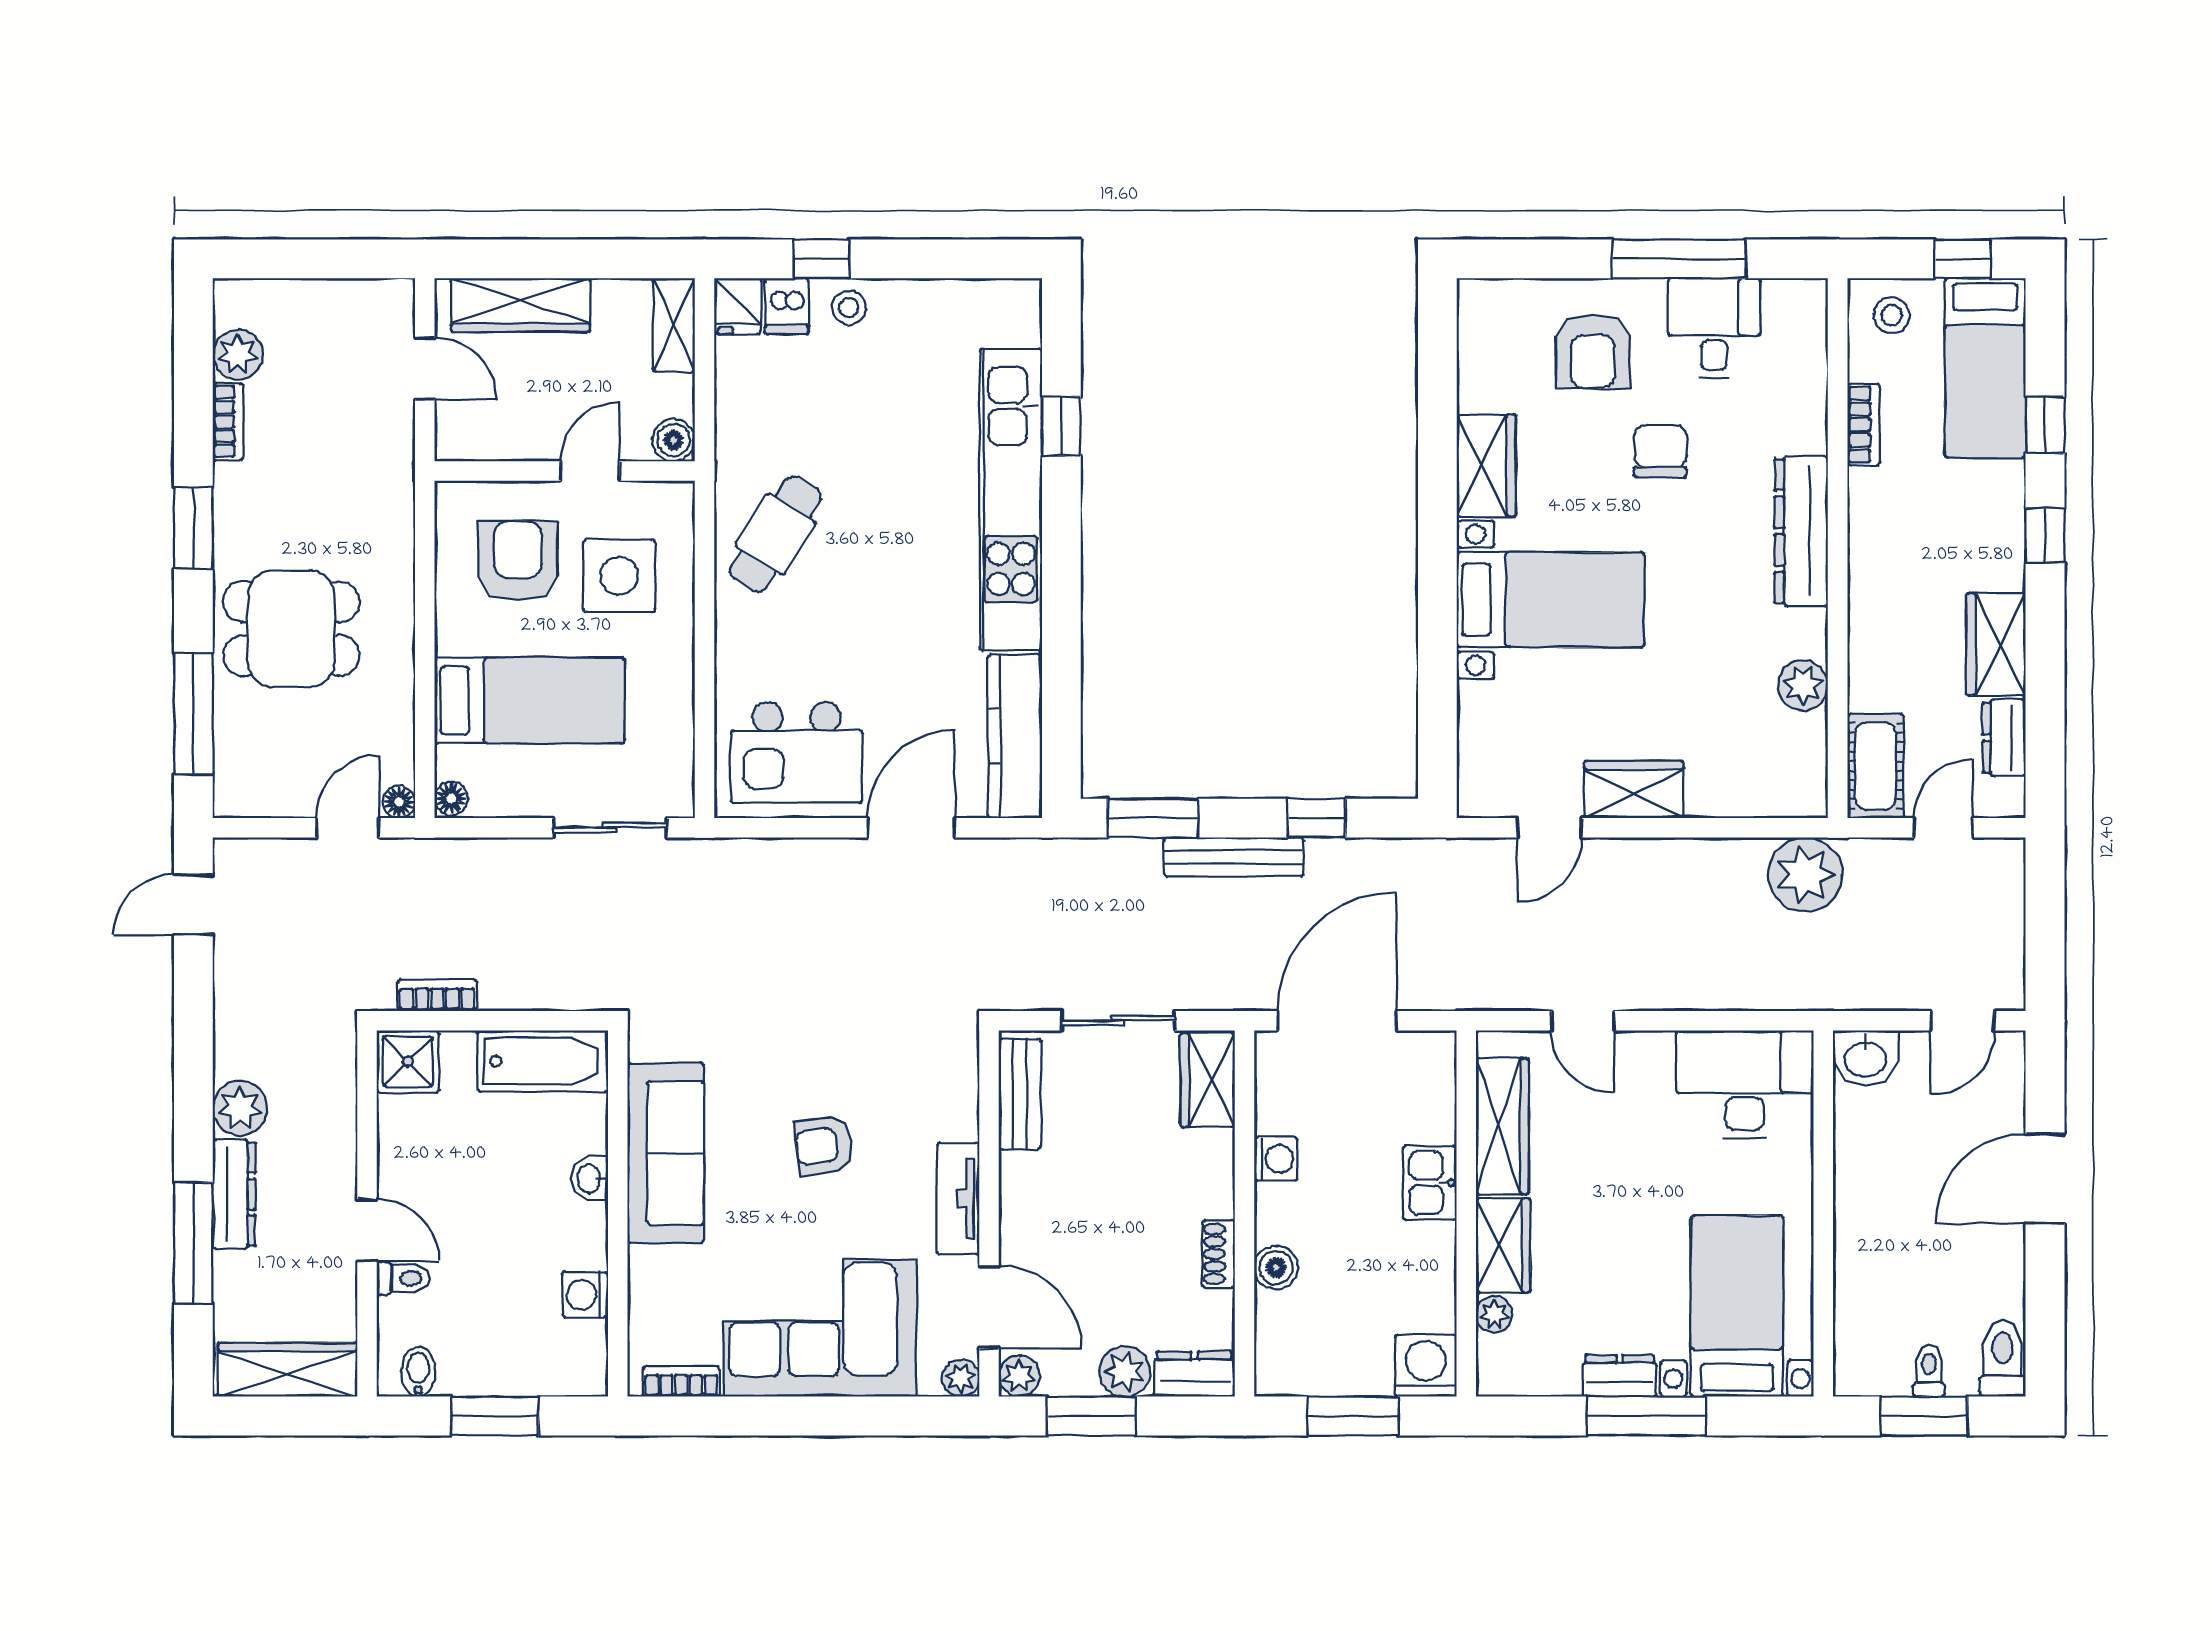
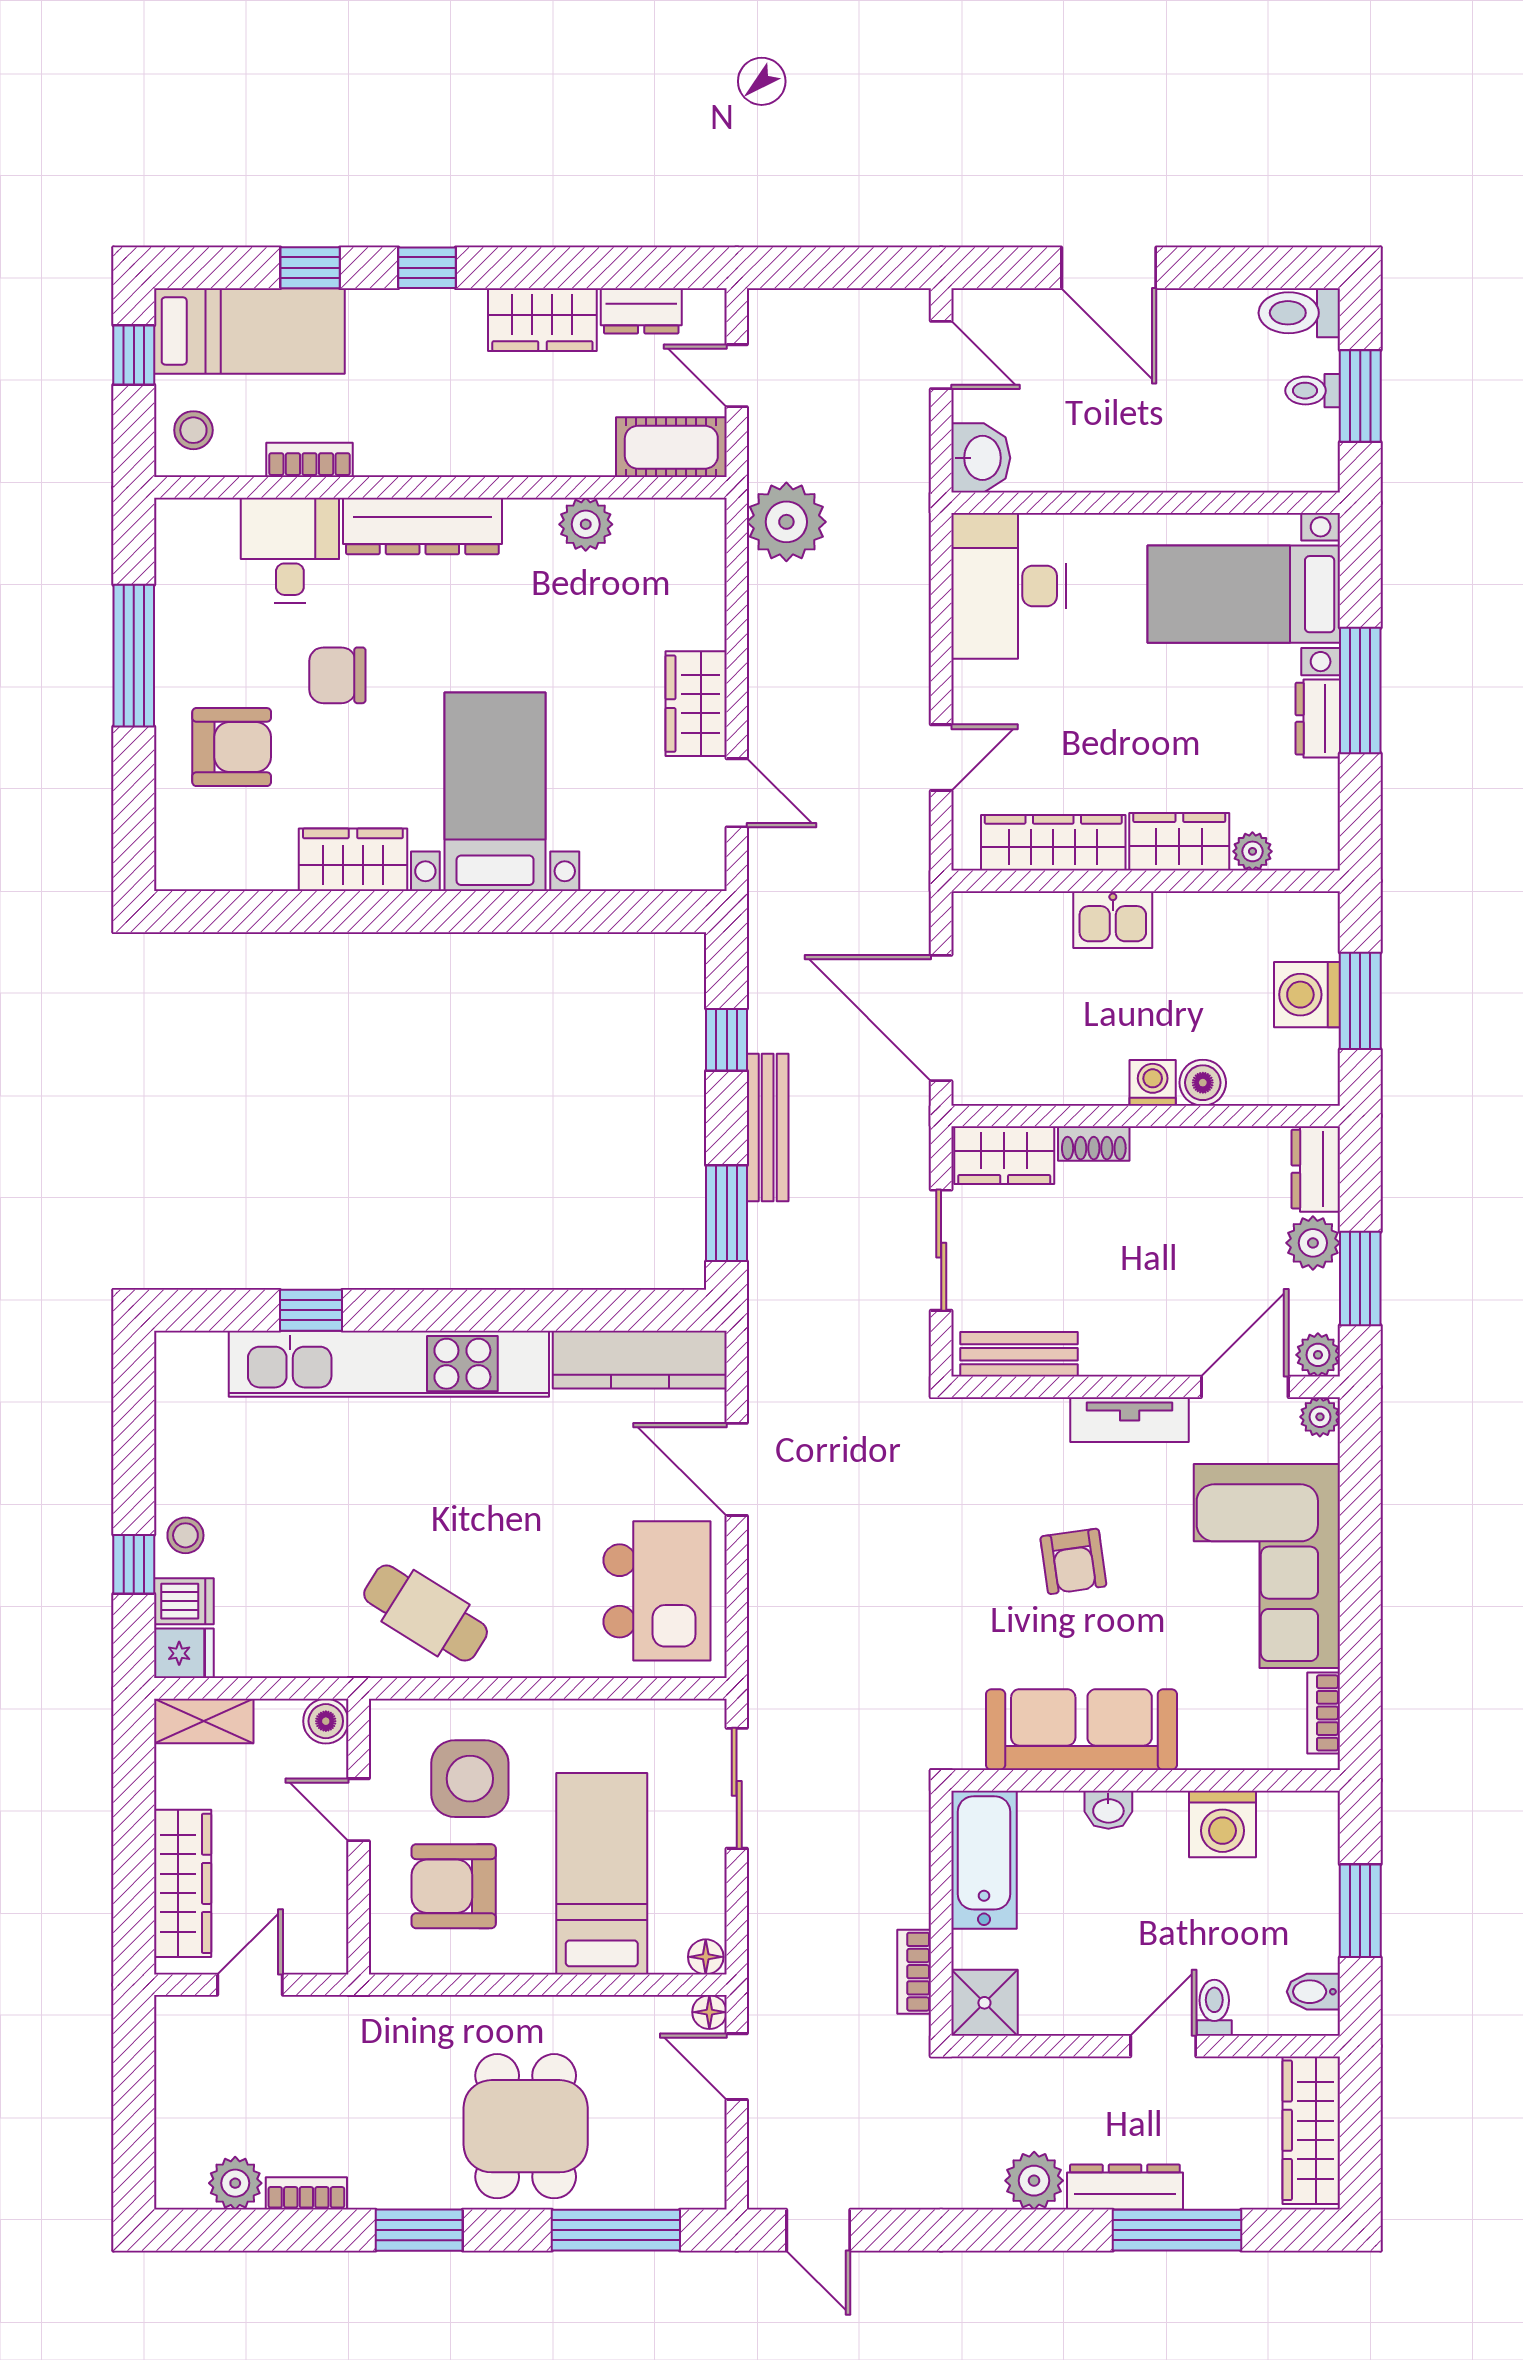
desk: (1714, 328) -> (290, 551), moved, turned 90
washing machine: (1276, 1159) -> (1153, 1083), moved
shoe rack: (1219, 1254) -> (1094, 1144), moved
washing machine: (585, 1295) -> (1223, 1824), width x1.38, depth x1.38
washing machine: (1426, 1366) -> (1307, 995), moved

